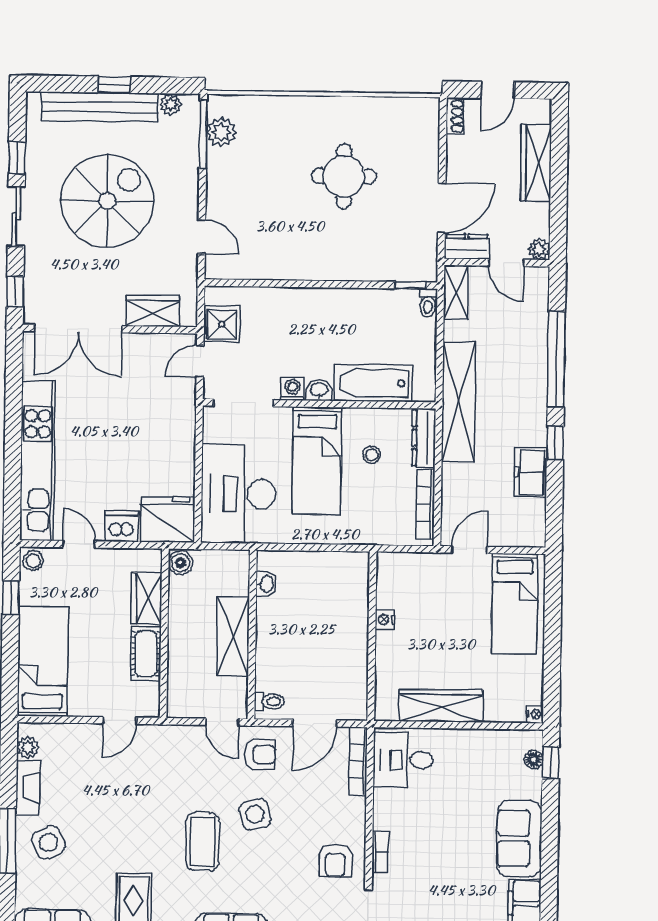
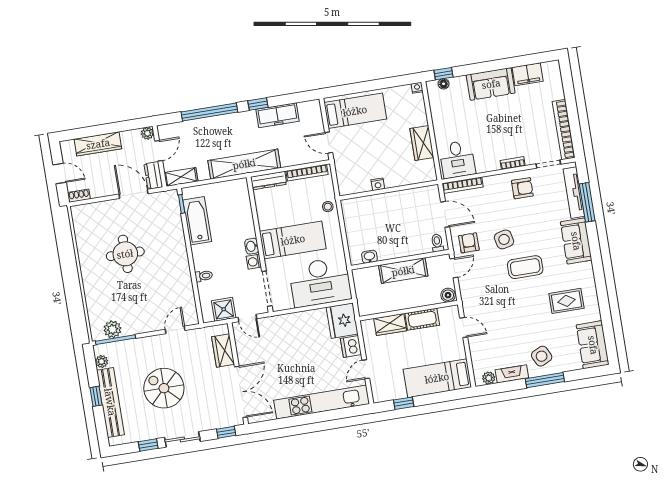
spiral stairs: (107, 201) -> (164, 388), width x0.73, depth x0.73
toilet: (428, 303) -> (204, 276), moved
bathtub: (373, 383) -> (197, 221), moved, turned 180
stool: (372, 455) -> (328, 207), moved
freezer: (531, 472) -> (277, 115), width x1.40
stool: (33, 561) -> (380, 394), removed
boiler: (180, 563) -> (448, 295), moved
wardrobe: (441, 706) -> (422, 143), width x0.67

